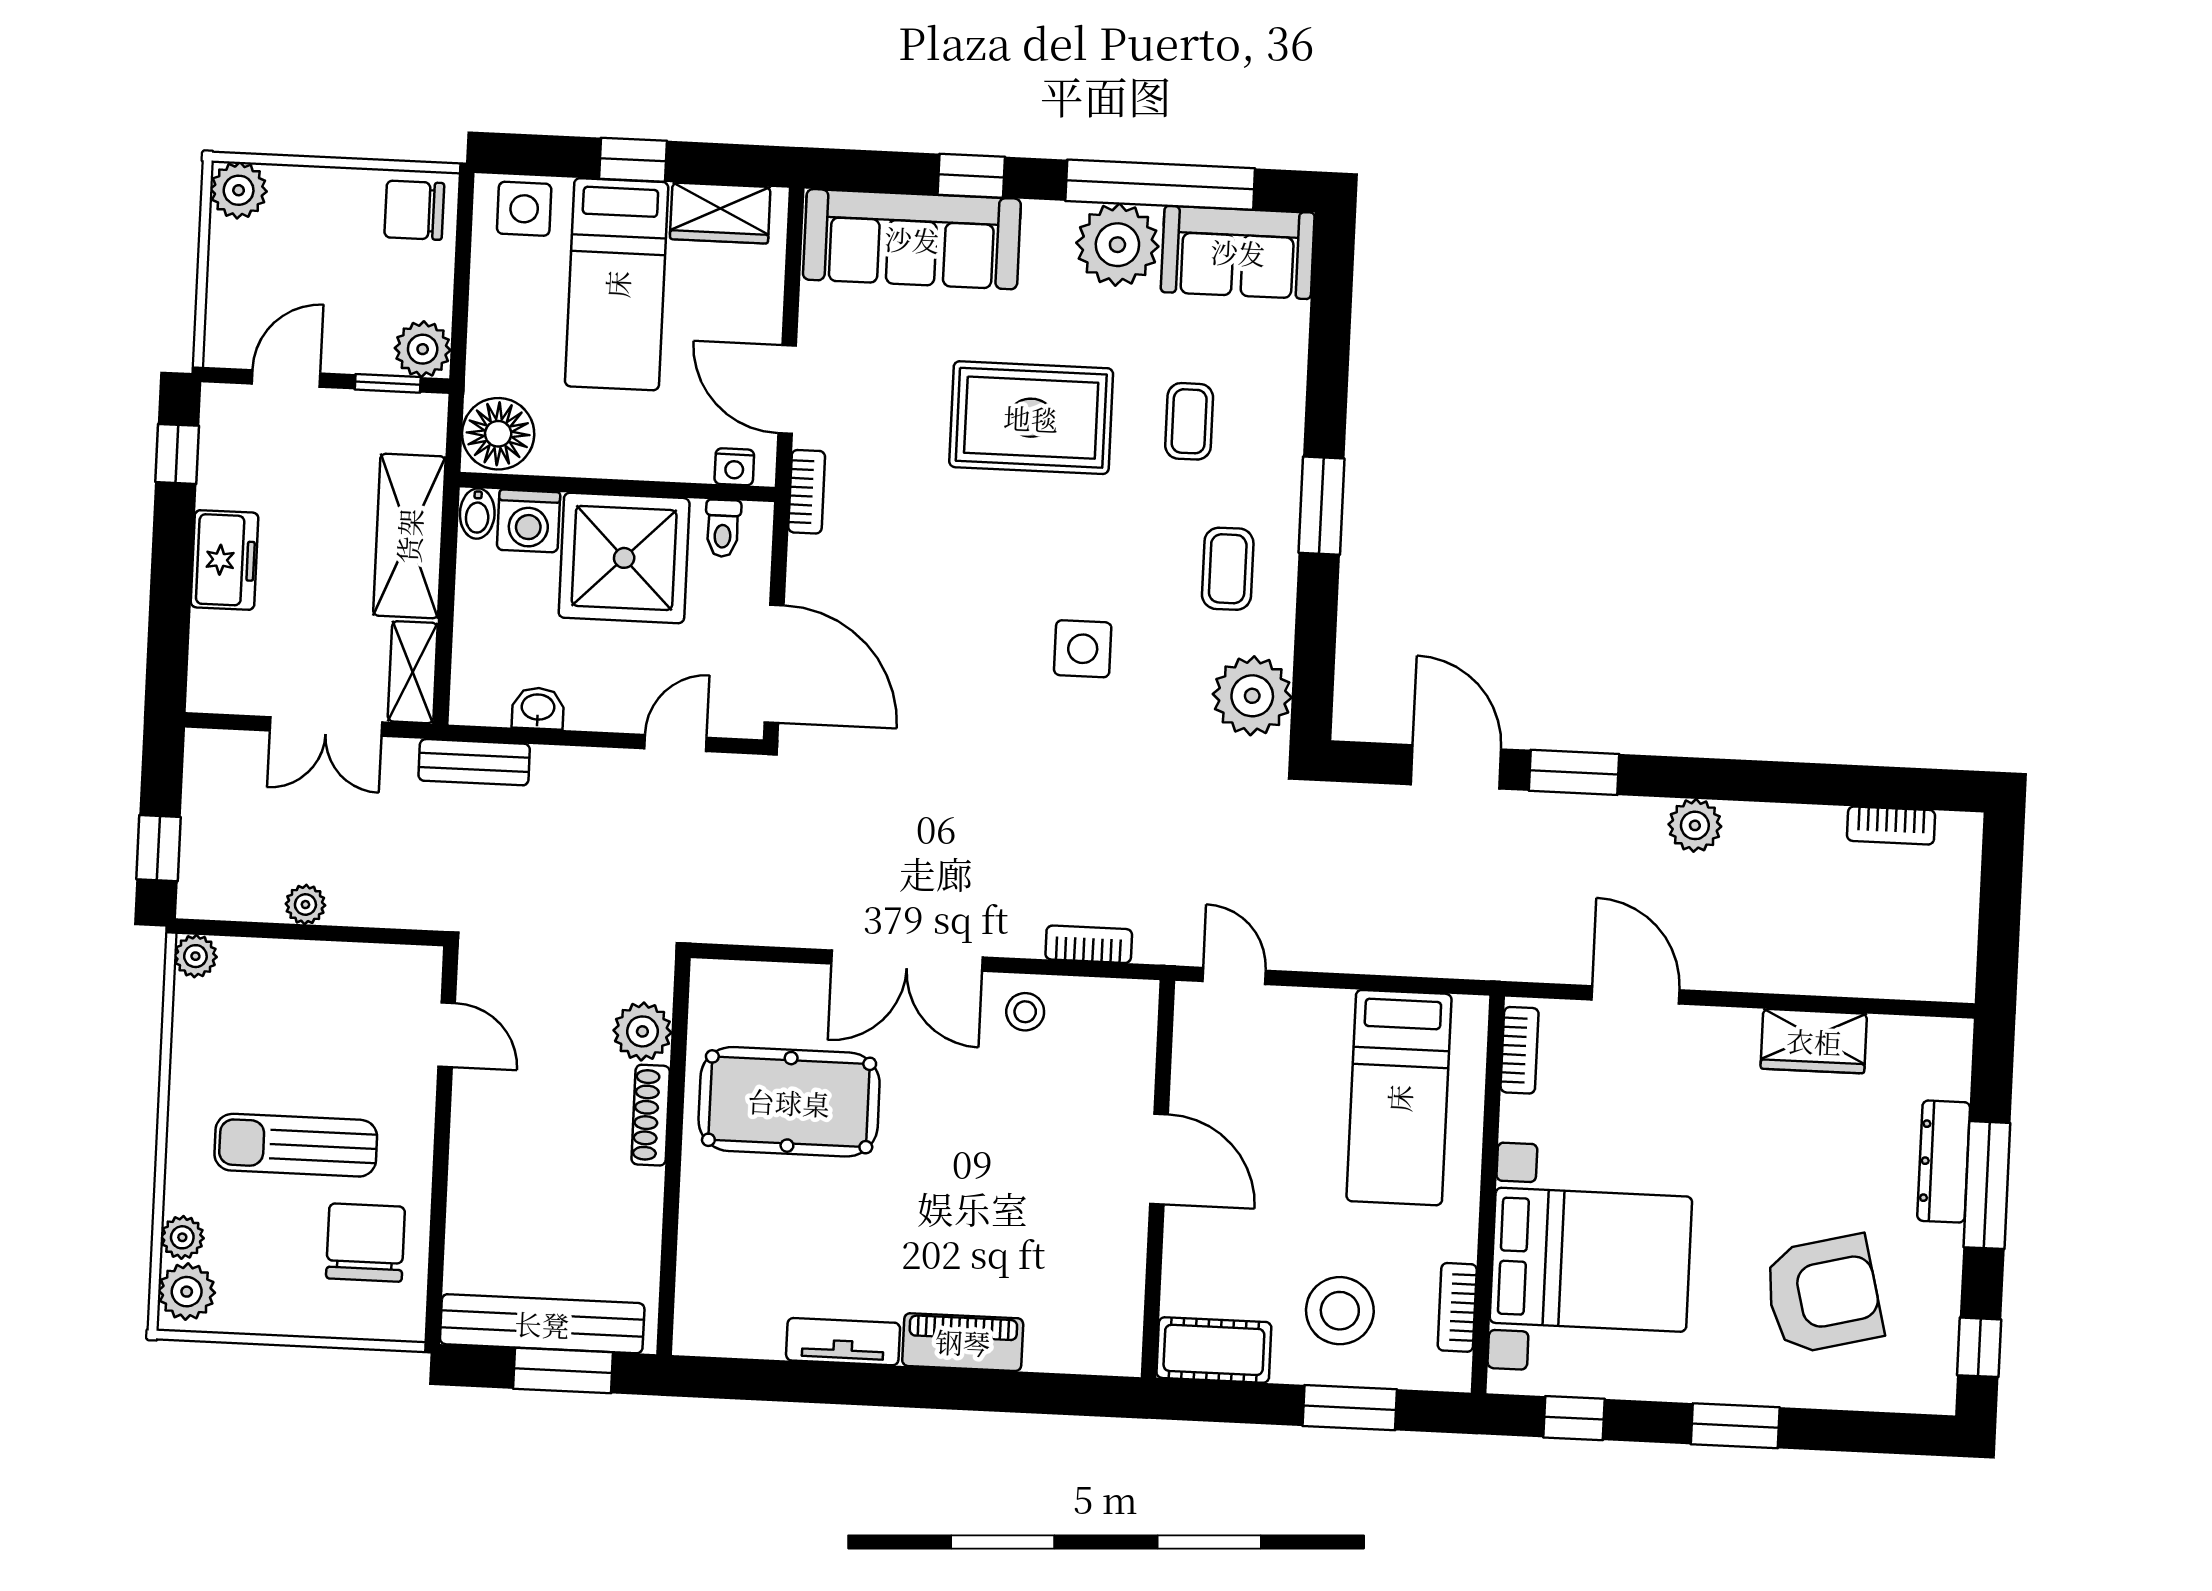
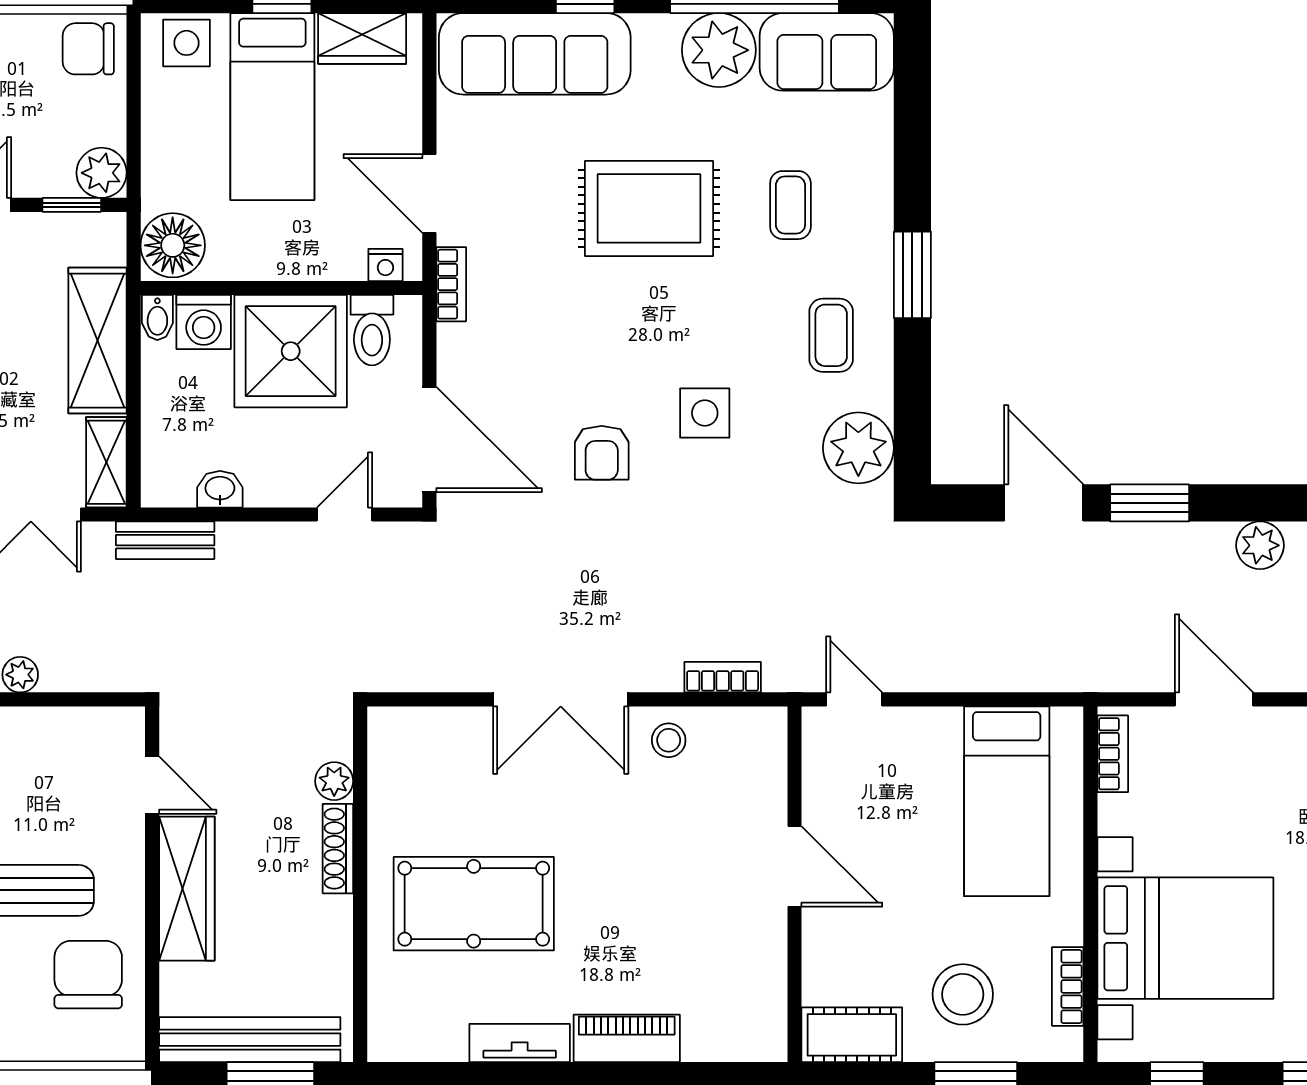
toilet: (723, 528) -> (372, 330), width x1.37, depth x1.39
armchair: (966, 688) -> (602, 453), added
plant: (642, 1031) -> (334, 781), width x0.73, depth x0.73
pool table: (789, 1102) -> (474, 904), moved
wardrobe: (480, 1152) -> (187, 889), added

